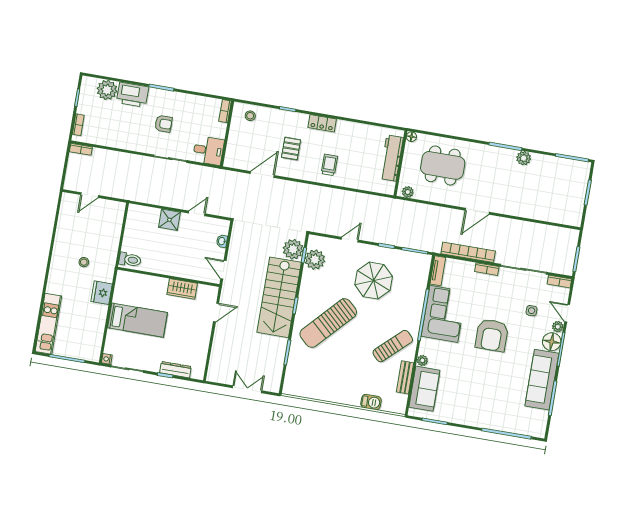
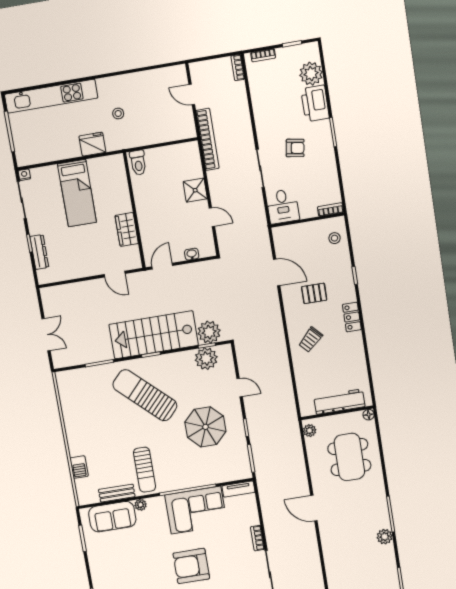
armchair: (163, 124) -> (295, 148), turned -81
trolley: (329, 165) -> (311, 340), turned 136
bookcase: (468, 252) -> (208, 139), moved
kitchen unit: (48, 324) -> (51, 96), width x1.36
sun lounger: (393, 346) -> (145, 470), turned 43

